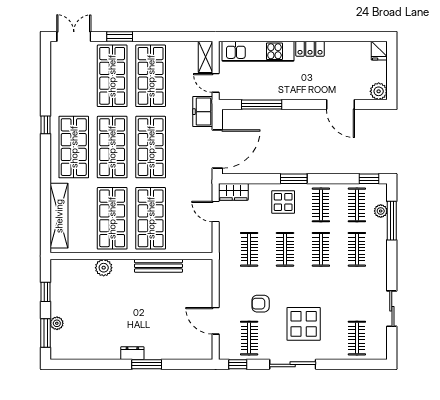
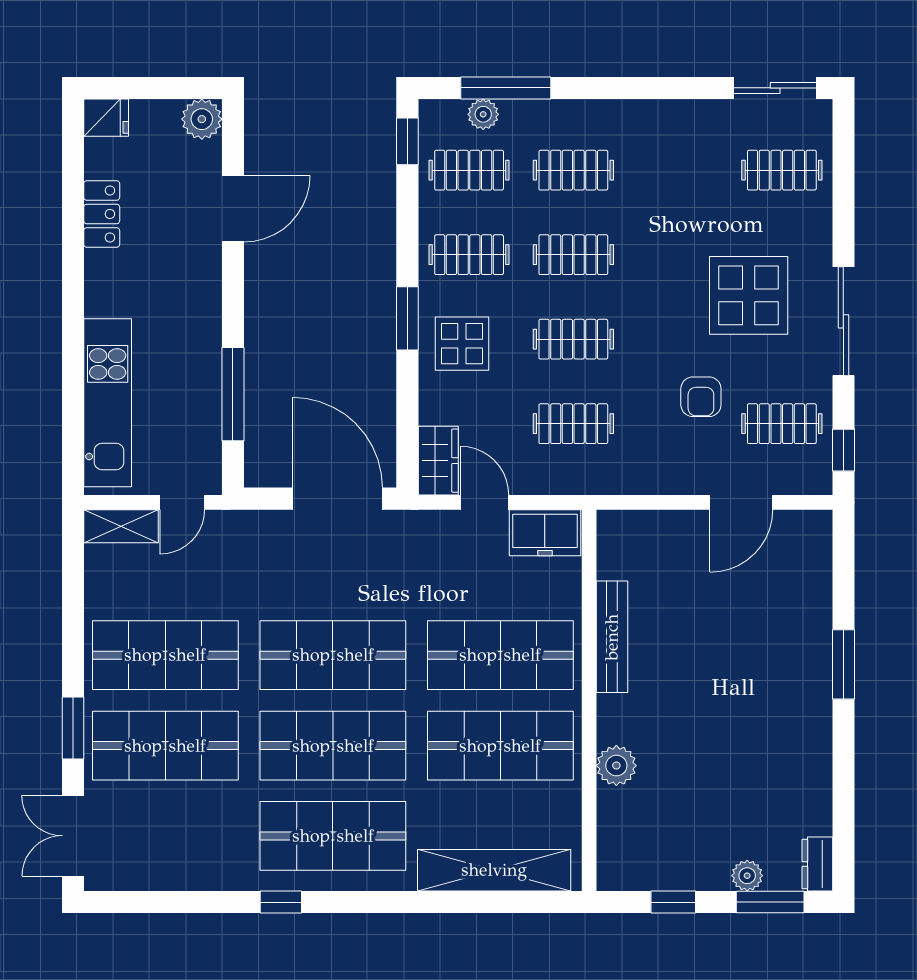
locker: (310, 49) -> (102, 214), moved
freezer: (203, 112) -> (545, 533), moved
door: (216, 212) -> (484, 502), swing flipped
sliding door: (392, 309) -> (775, 88), moved
dresser: (132, 353) -> (817, 864), moved

